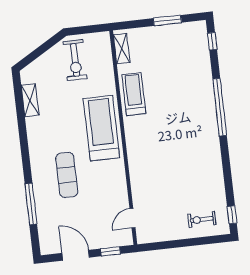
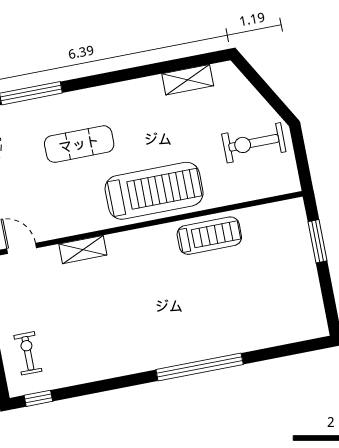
window: (167, 20) -> (317, 241), moved
window: (212, 41) -> (298, 348), removed
shelving: (122, 49) -> (83, 250), moved

